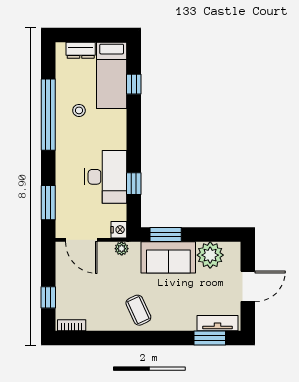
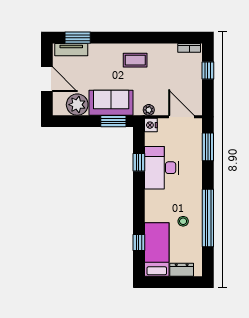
door: (248, 286) -> (47, 79), swing flipped
coffee table: (138, 310) -> (135, 60), turned -65

